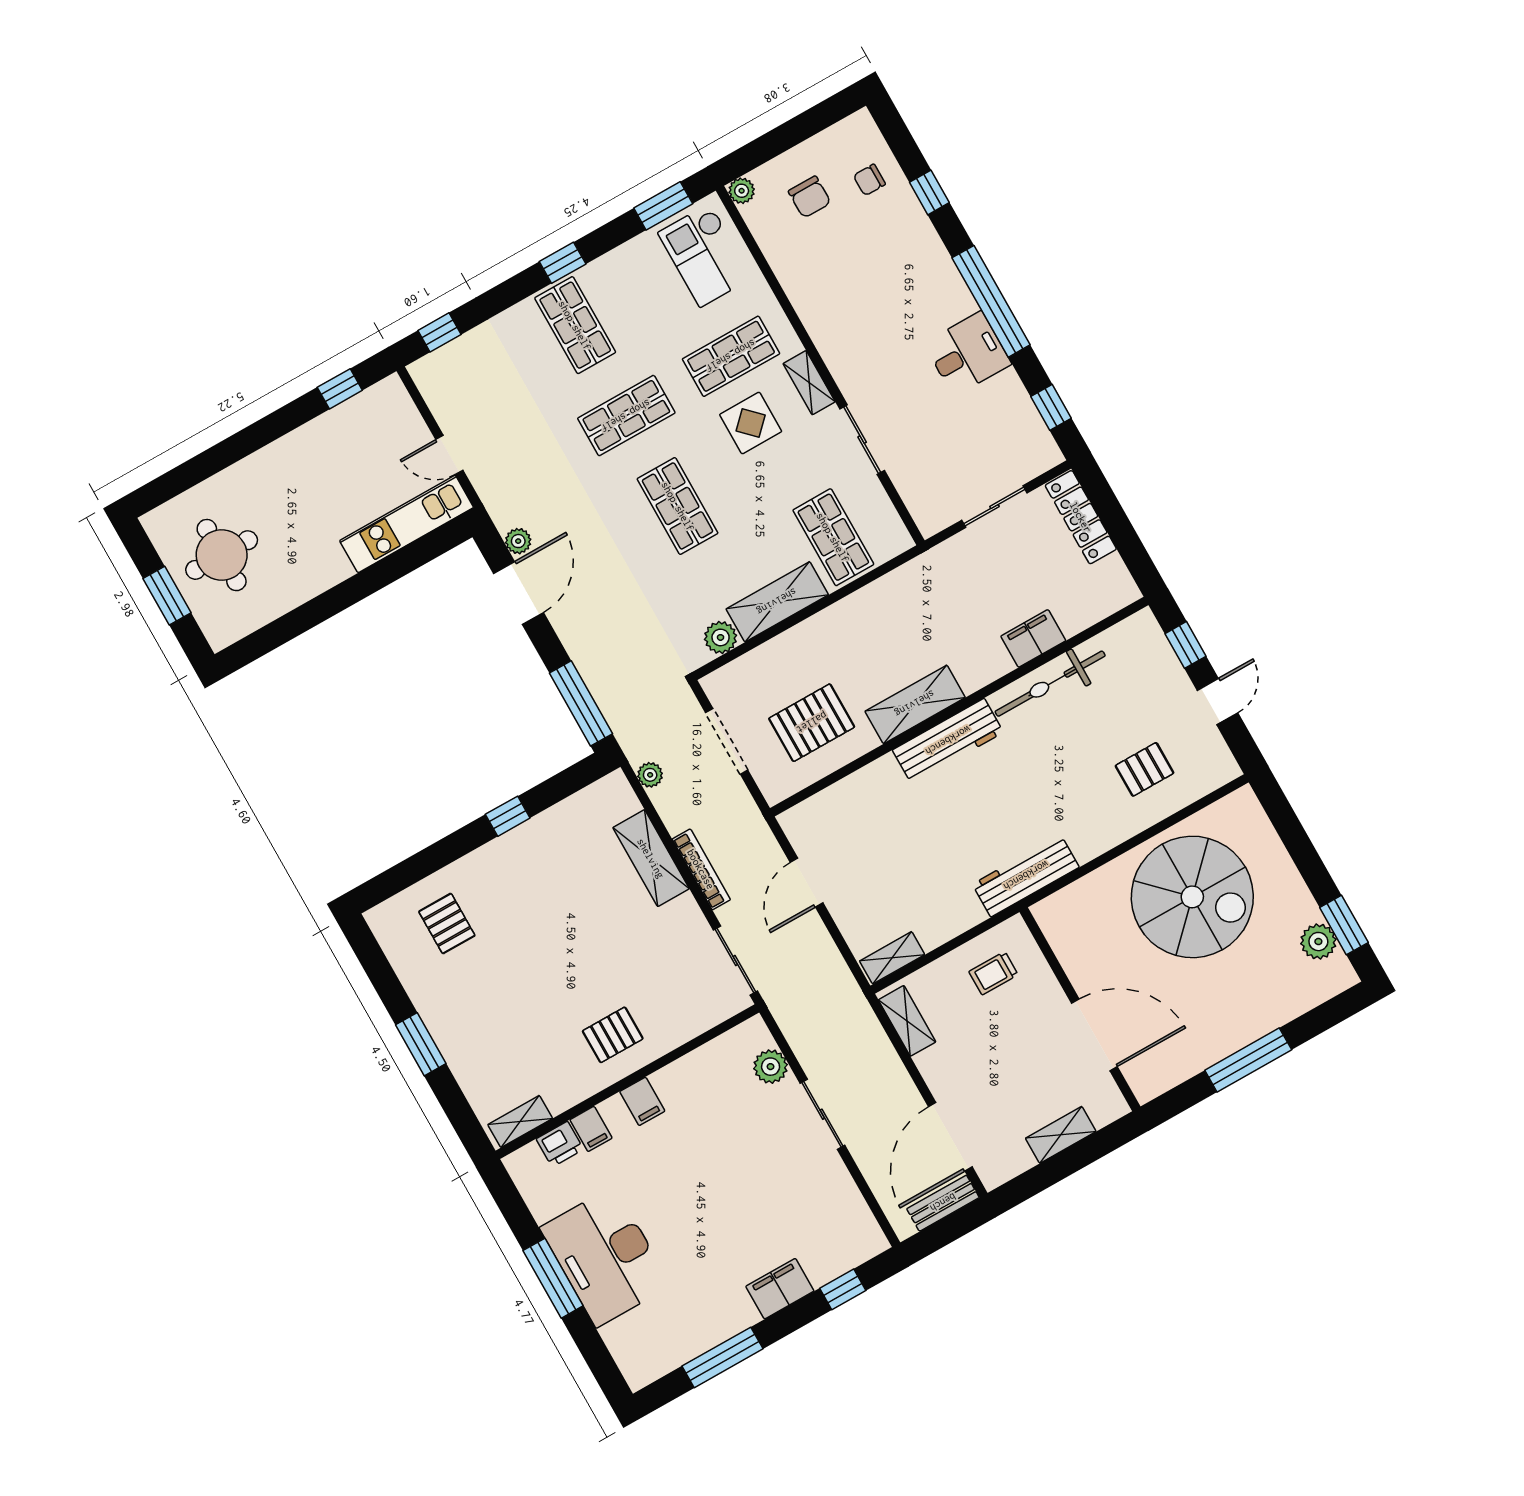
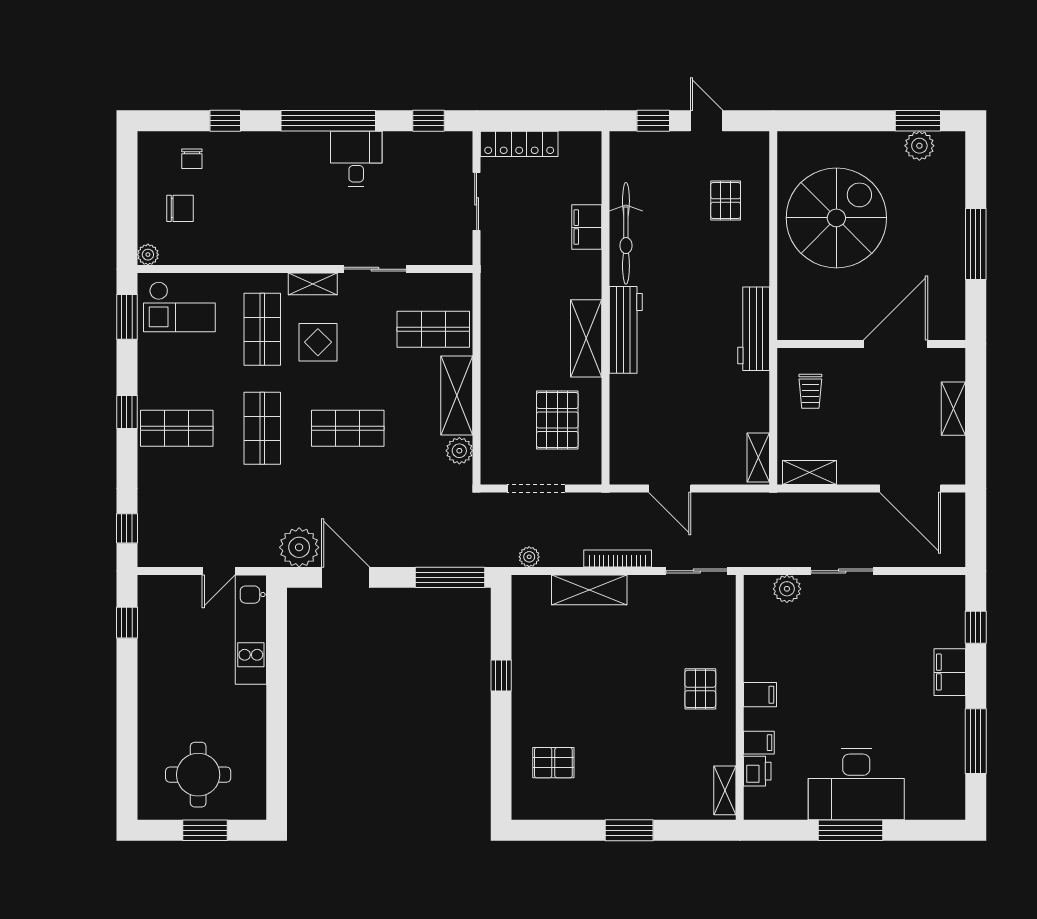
plant: (518, 541) -> (299, 547), width x1.87, depth x1.87
bench: (943, 1203) -> (955, 521), removed

